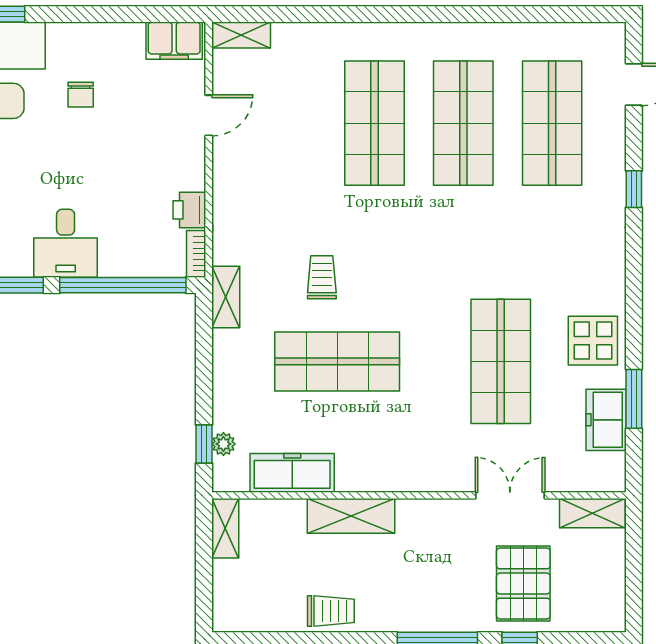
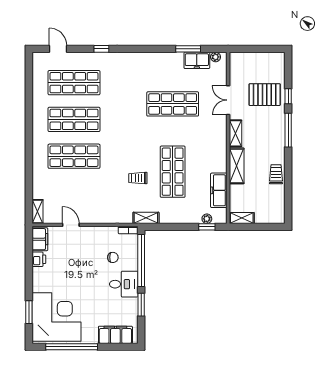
chair: (81, 95) -> (113, 257), moved
printer: (189, 210) -> (39, 259), moved, turned -90
display table: (593, 341) -> (164, 66), removed
plant: (614, 465) -> (216, 57), added
shelving: (592, 513) -> (236, 133), moved

